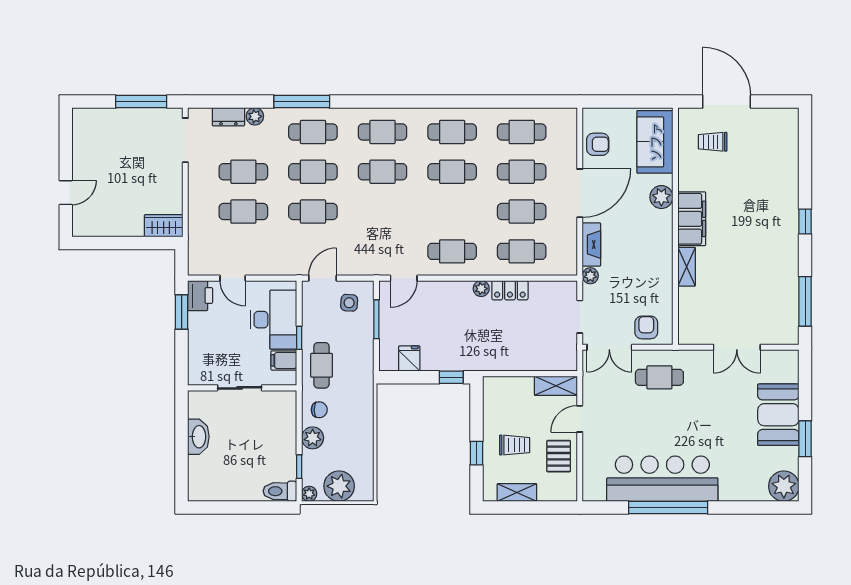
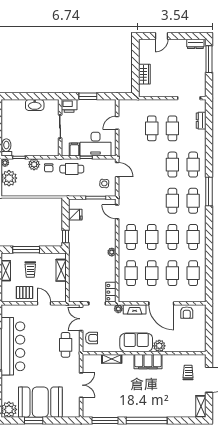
window: (141, 102) -> (209, 59), moved
window: (302, 102) -> (209, 192), moved
plant: (255, 116) -> (201, 134), removed
shelving: (778, 117) -> (201, 406), added
dresser: (81, 128) -> (195, 44), added
sofa: (655, 142) -> (136, 342), moved
door: (66, 193) -> (162, 36), hinge flipped
cafe table: (313, 212) -> (152, 237), moved
window: (805, 221) -> (147, 421), width x3.17
wardrobe: (164, 226) -> (144, 74), moved
shelving: (687, 267) -> (112, 359), moved
locker: (510, 290) -> (111, 292), moved
printer: (200, 296) -> (69, 106), moved
window: (182, 312) -> (88, 96), moved
double door: (737, 347) -> (81, 385), swing flipped
shelving: (556, 386) -> (61, 270), moved
booth: (778, 415) -> (40, 402), width x1.36, depth x1.42
window: (476, 453) -> (26, 250), width x2.17

